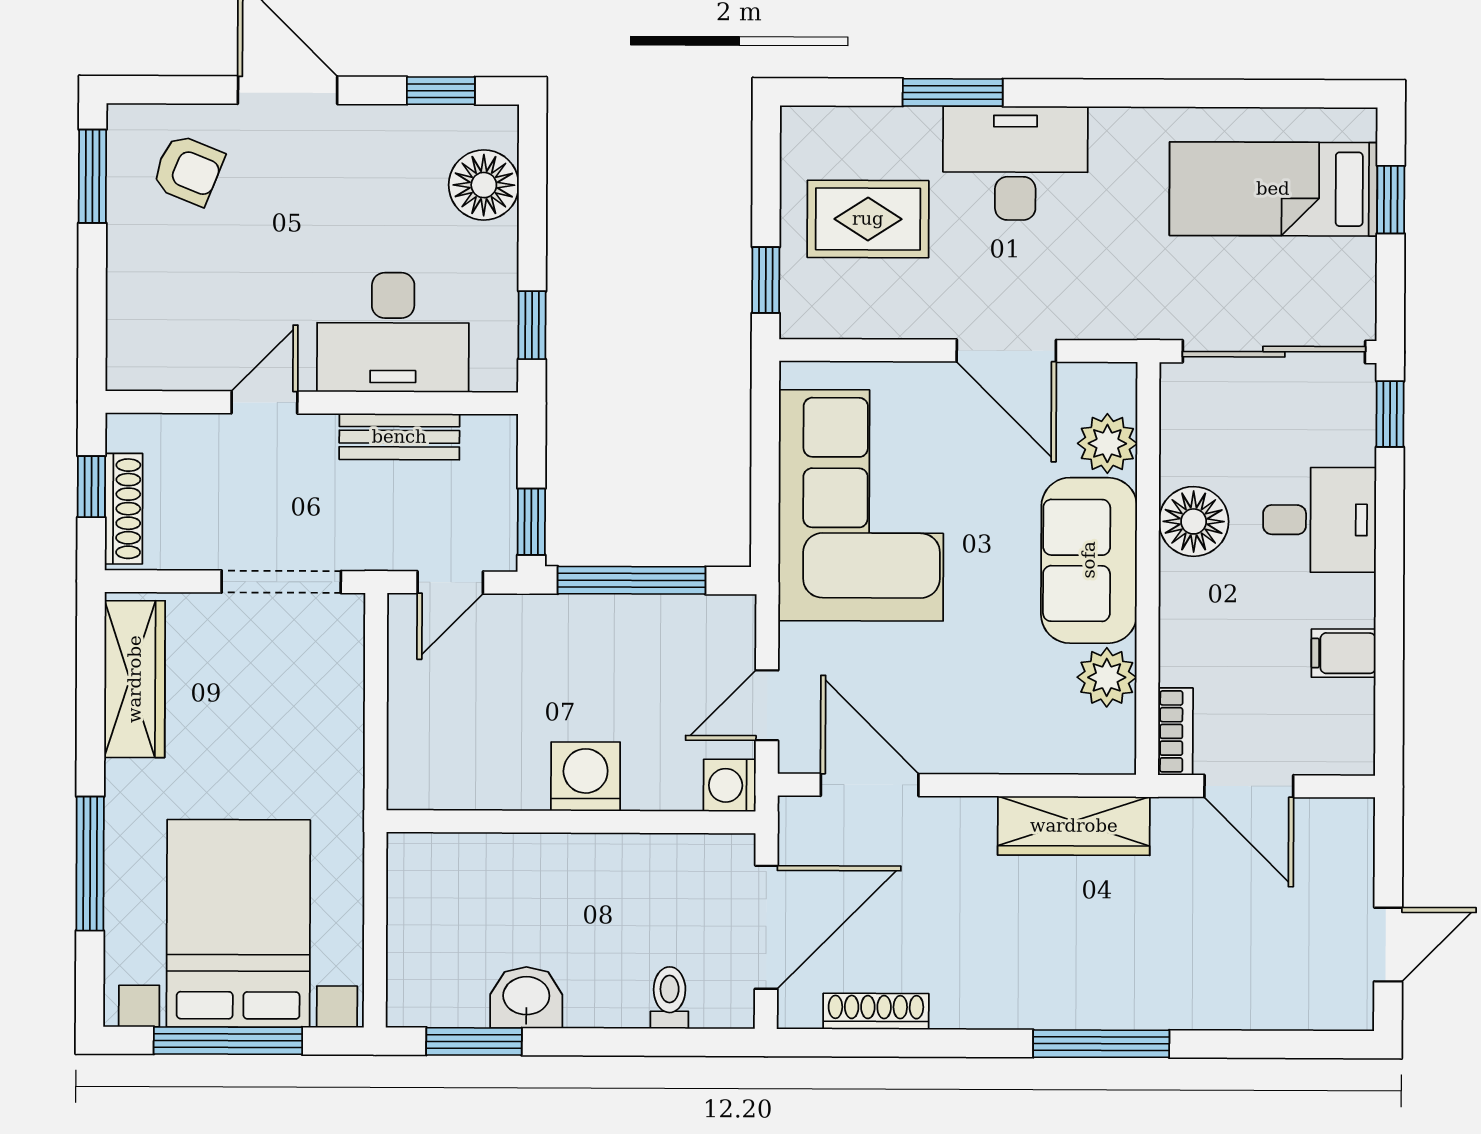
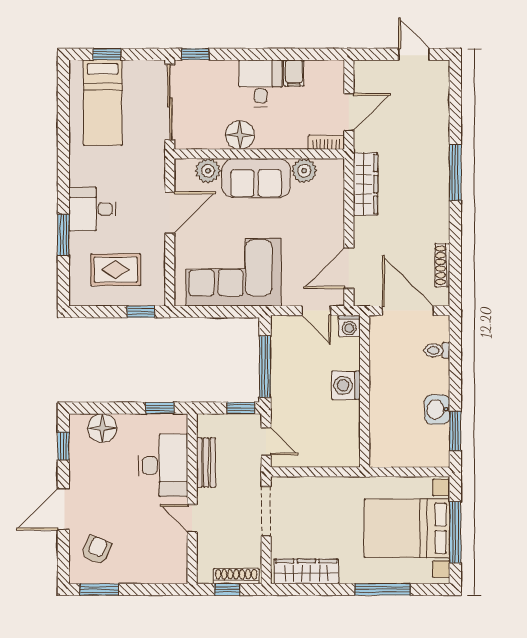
desk: (1015, 163) -> (92, 209), width x0.73
rug: (868, 219) -> (116, 270), turned 90
desk: (1320, 520) -> (261, 83), moved

